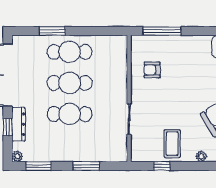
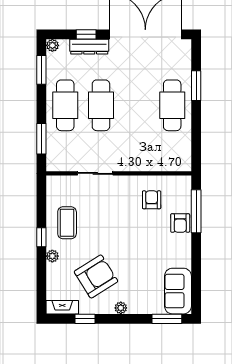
armchair: (172, 45) -> (180, 223), added
cafe table: (70, 83) -> (65, 105), moved
coffee table: (172, 144) -> (67, 223), turned 90
window: (86, 166) -> (41, 139), moved
window: (162, 166) -> (41, 237), moved

